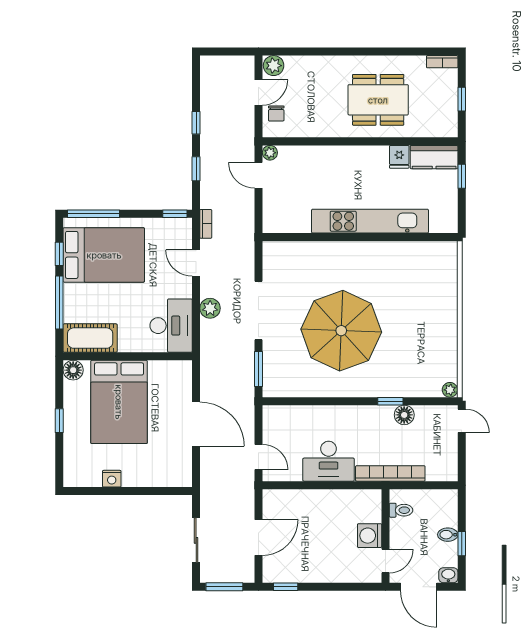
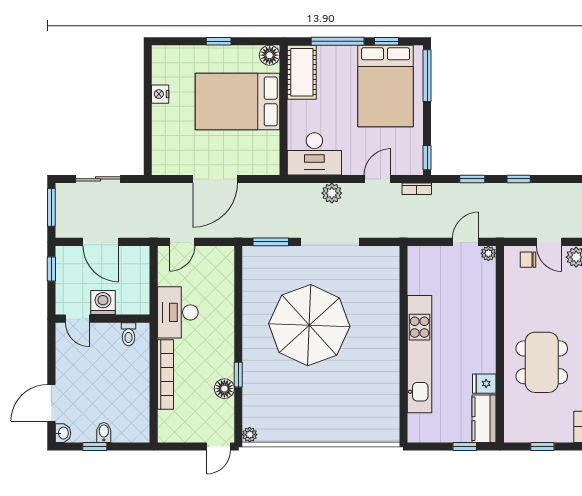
toilet: (401, 510) -> (128, 334), moved
washing machine: (370, 536) -> (103, 303), moved
wall: (386, 536) -> (103, 319), moved
door: (386, 561) -> (77, 319), moved

